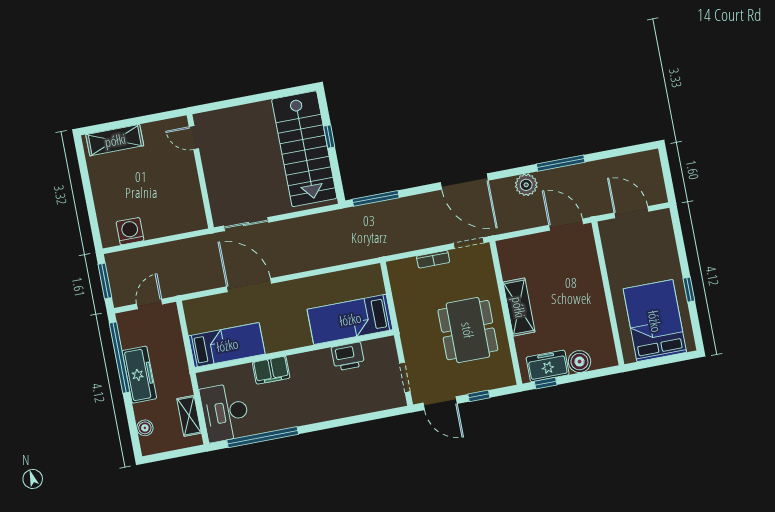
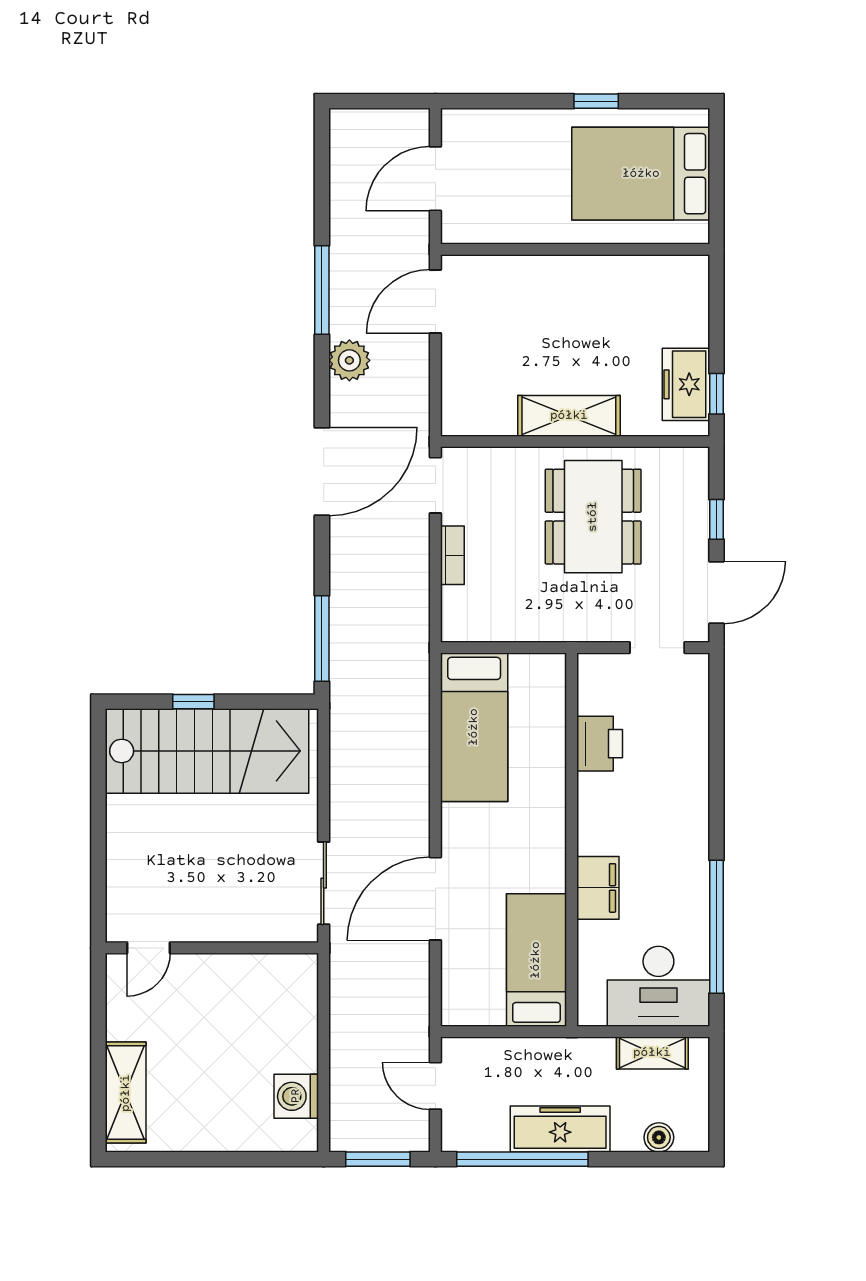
bed: (350, 319) -> (474, 727), moved
dining table: (468, 330) -> (593, 517), turned 90
boiler: (579, 362) -> (689, 325), removed

